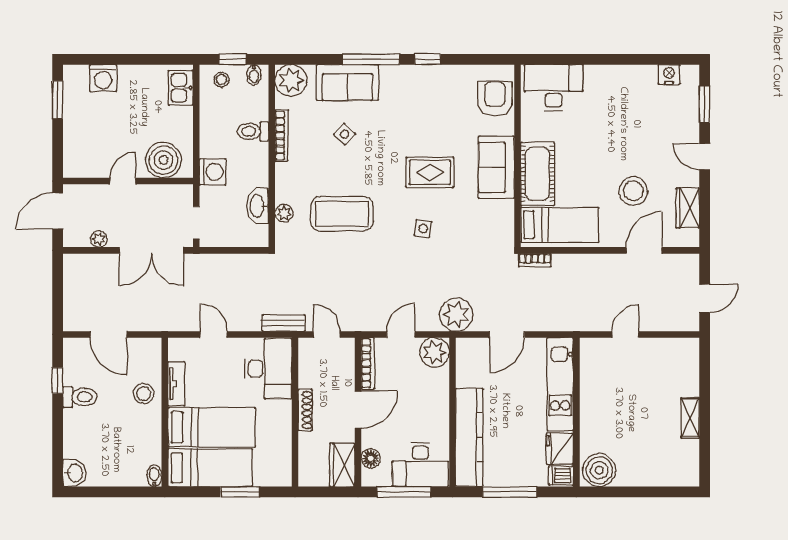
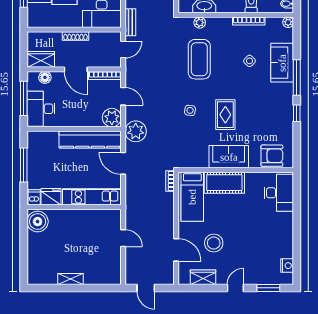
plant: (291, 80) -> (288, 22), width x0.53, depth x0.53
kitchen counter: (469, 437) -> (90, 140), moved

